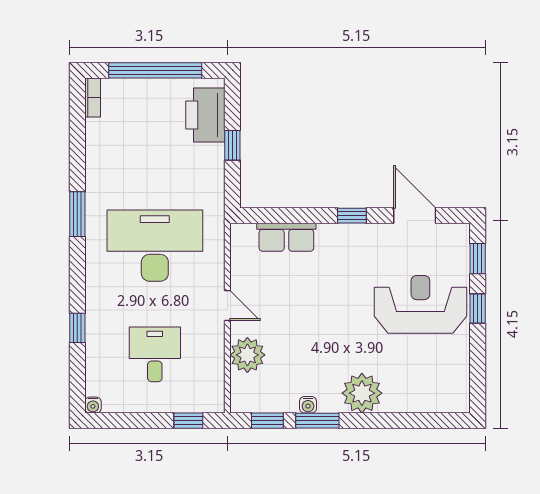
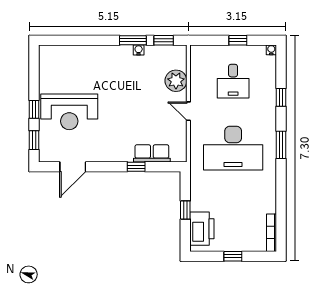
window: (155, 70) -> (233, 256), width x0.32
bookcase: (93, 98) -> (271, 233), width x1.56
window: (77, 214) -> (281, 145), moved
window: (352, 216) -> (136, 167), moved
door: (415, 216) -> (73, 167), hinge flipped
plant: (362, 393) -> (105, 57), removed
window: (188, 421) -> (238, 40), moved

